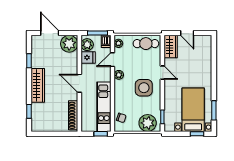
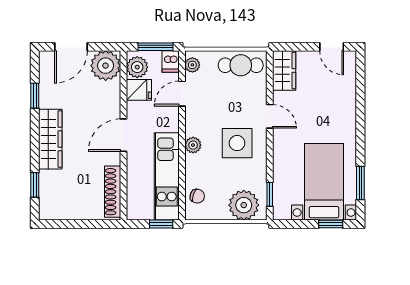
door: (50, 33) -> (71, 47), swing flipped
door: (187, 33) -> (332, 47), moved
plant: (119, 75) -> (193, 145), moved
door: (79, 83) -> (123, 135), hinge flipped

